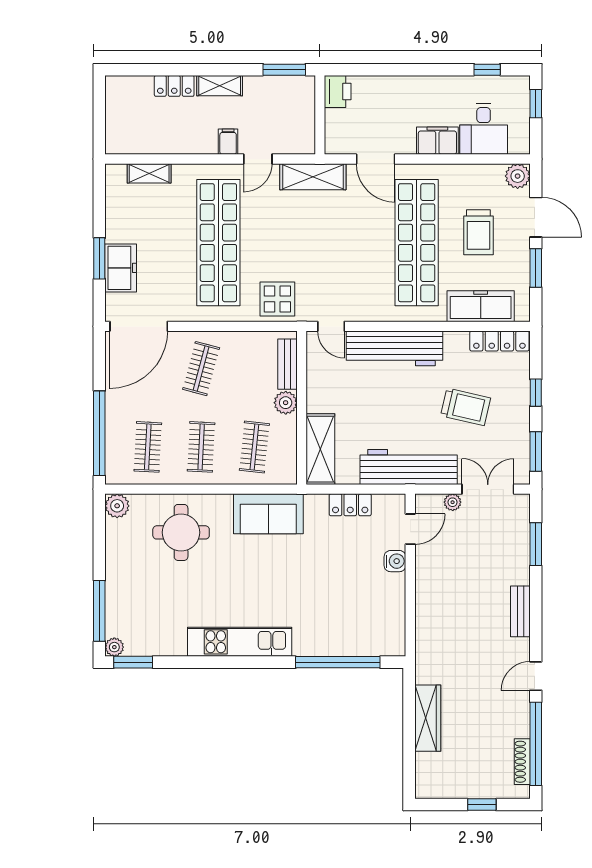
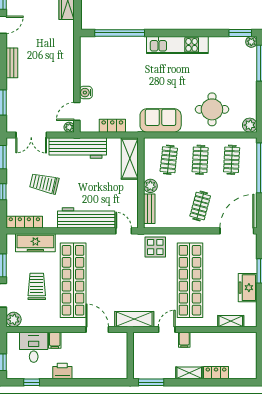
printer: (338, 91) -> (62, 371), moved, turned 90
filing cabinet: (437, 141) -> (55, 340), width x0.50
freezer: (121, 268) -> (248, 288), moved
plant: (453, 502) -> (69, 127), moved

